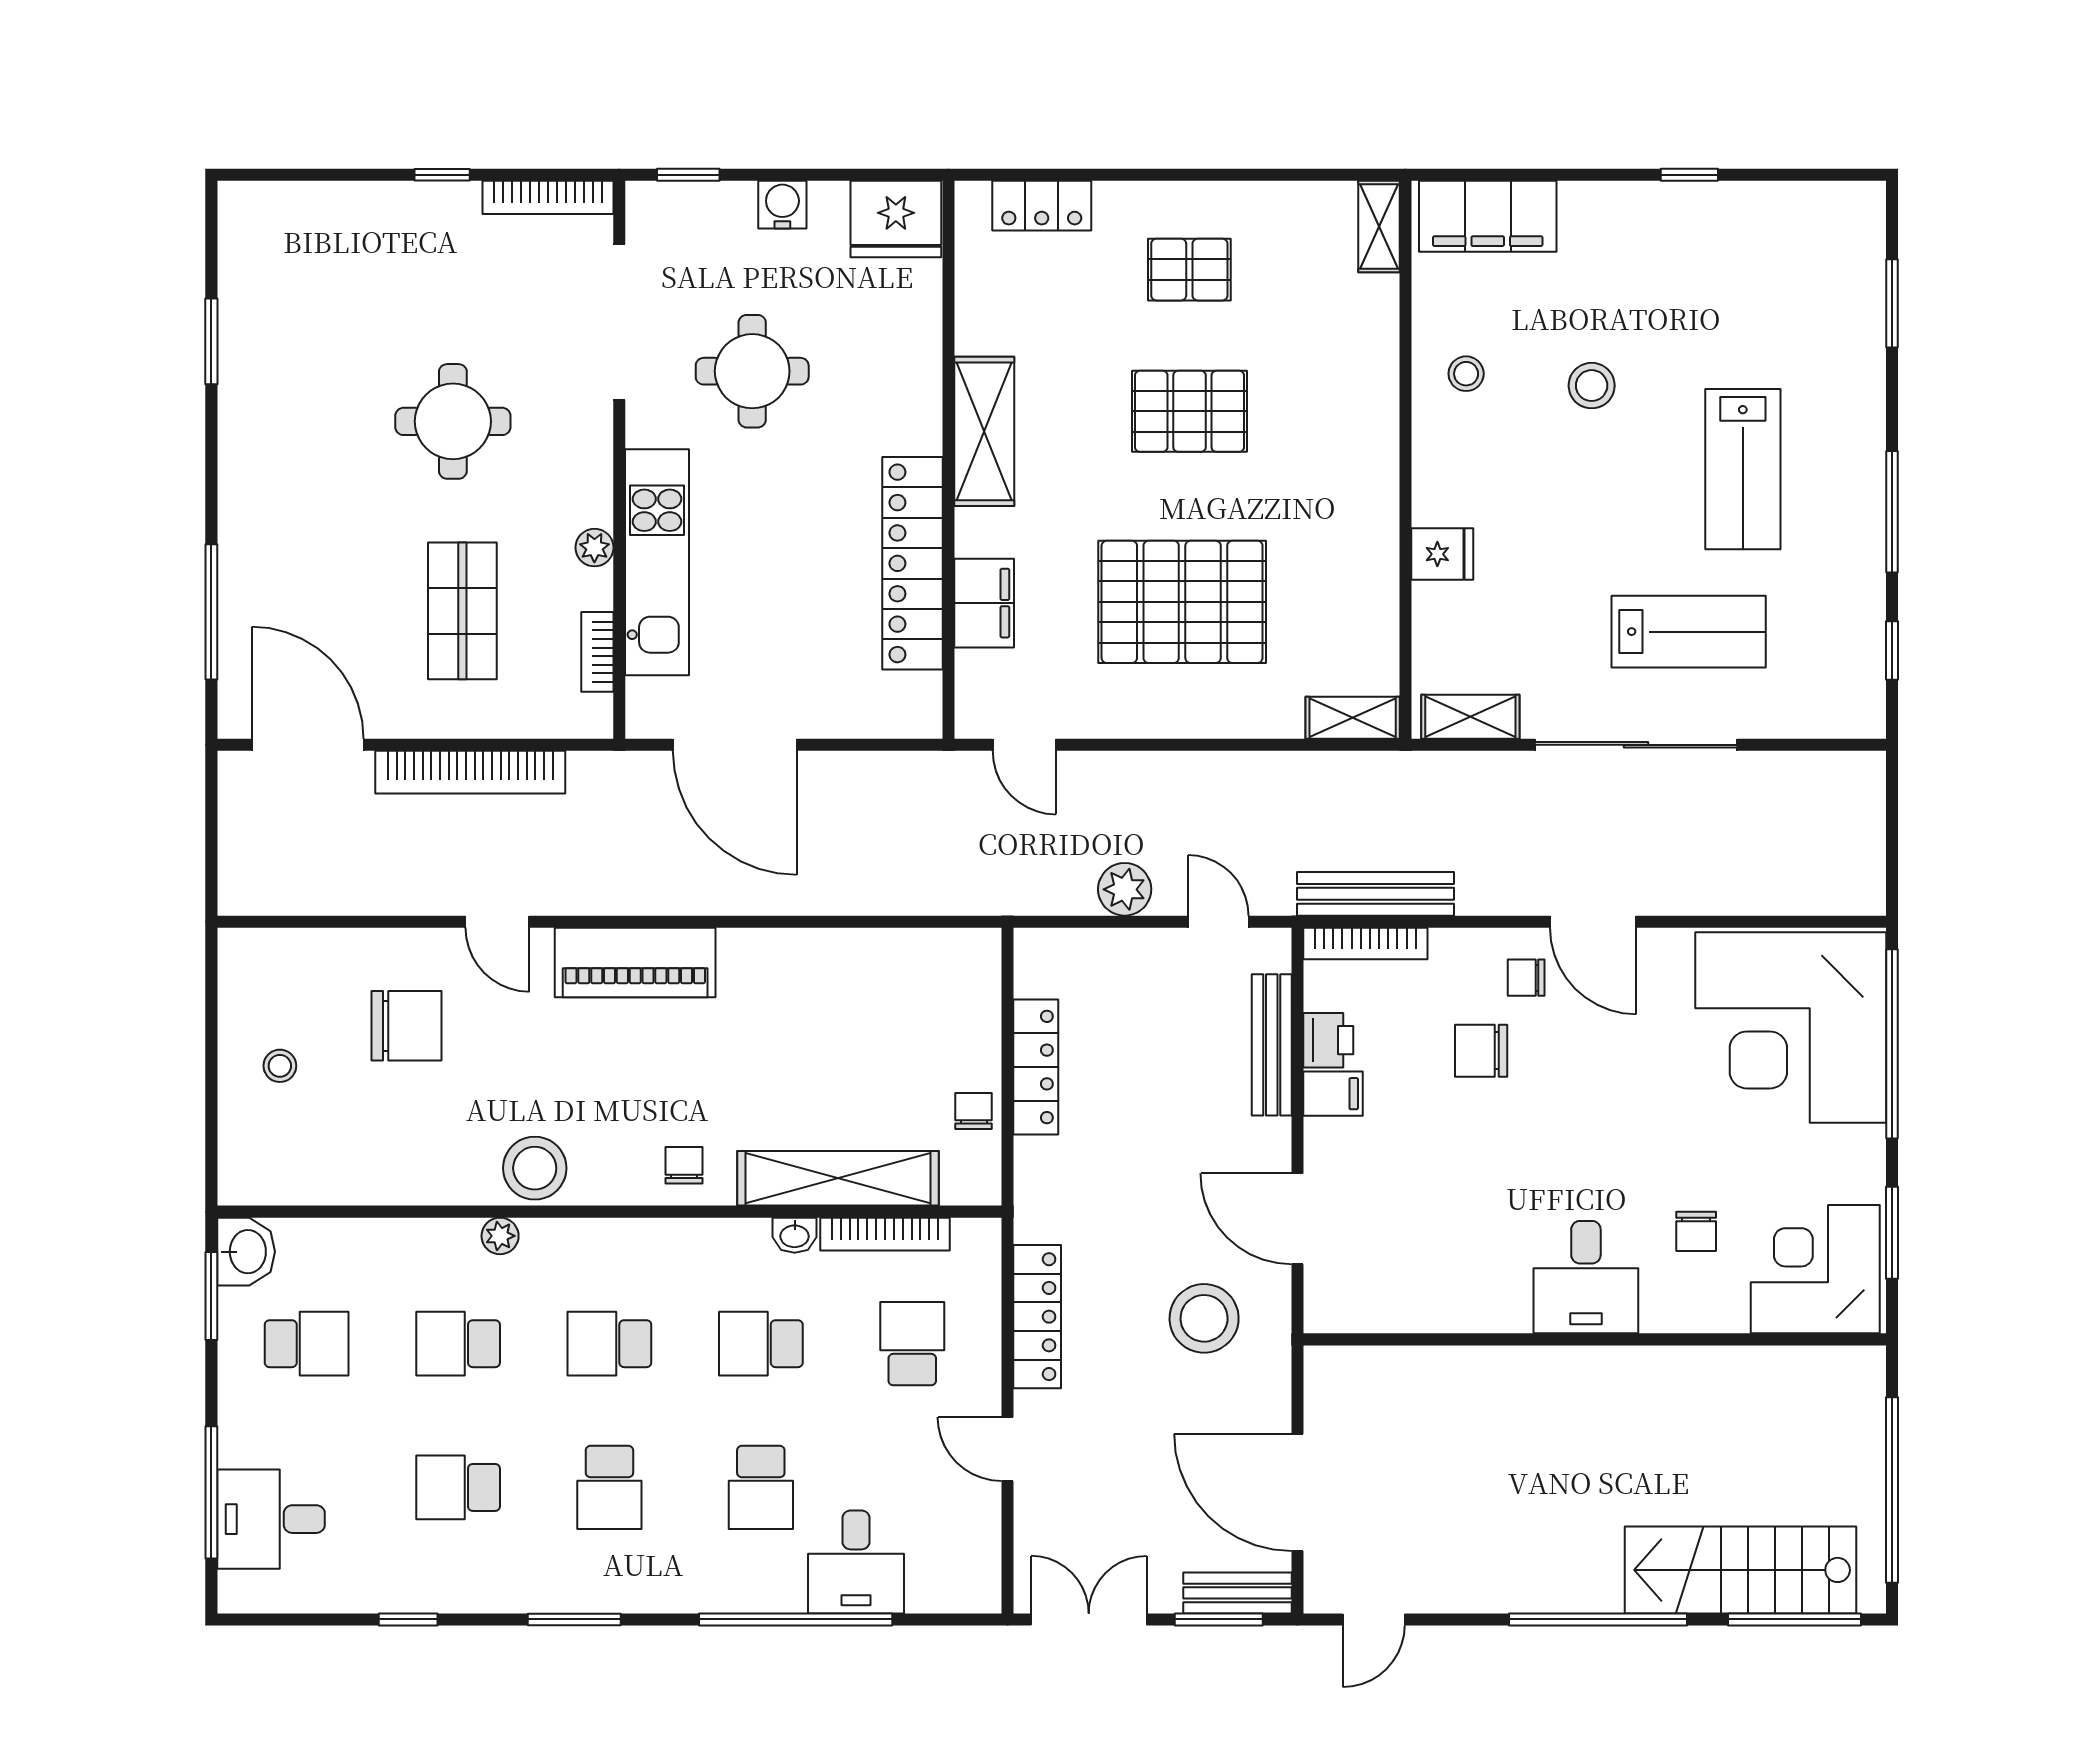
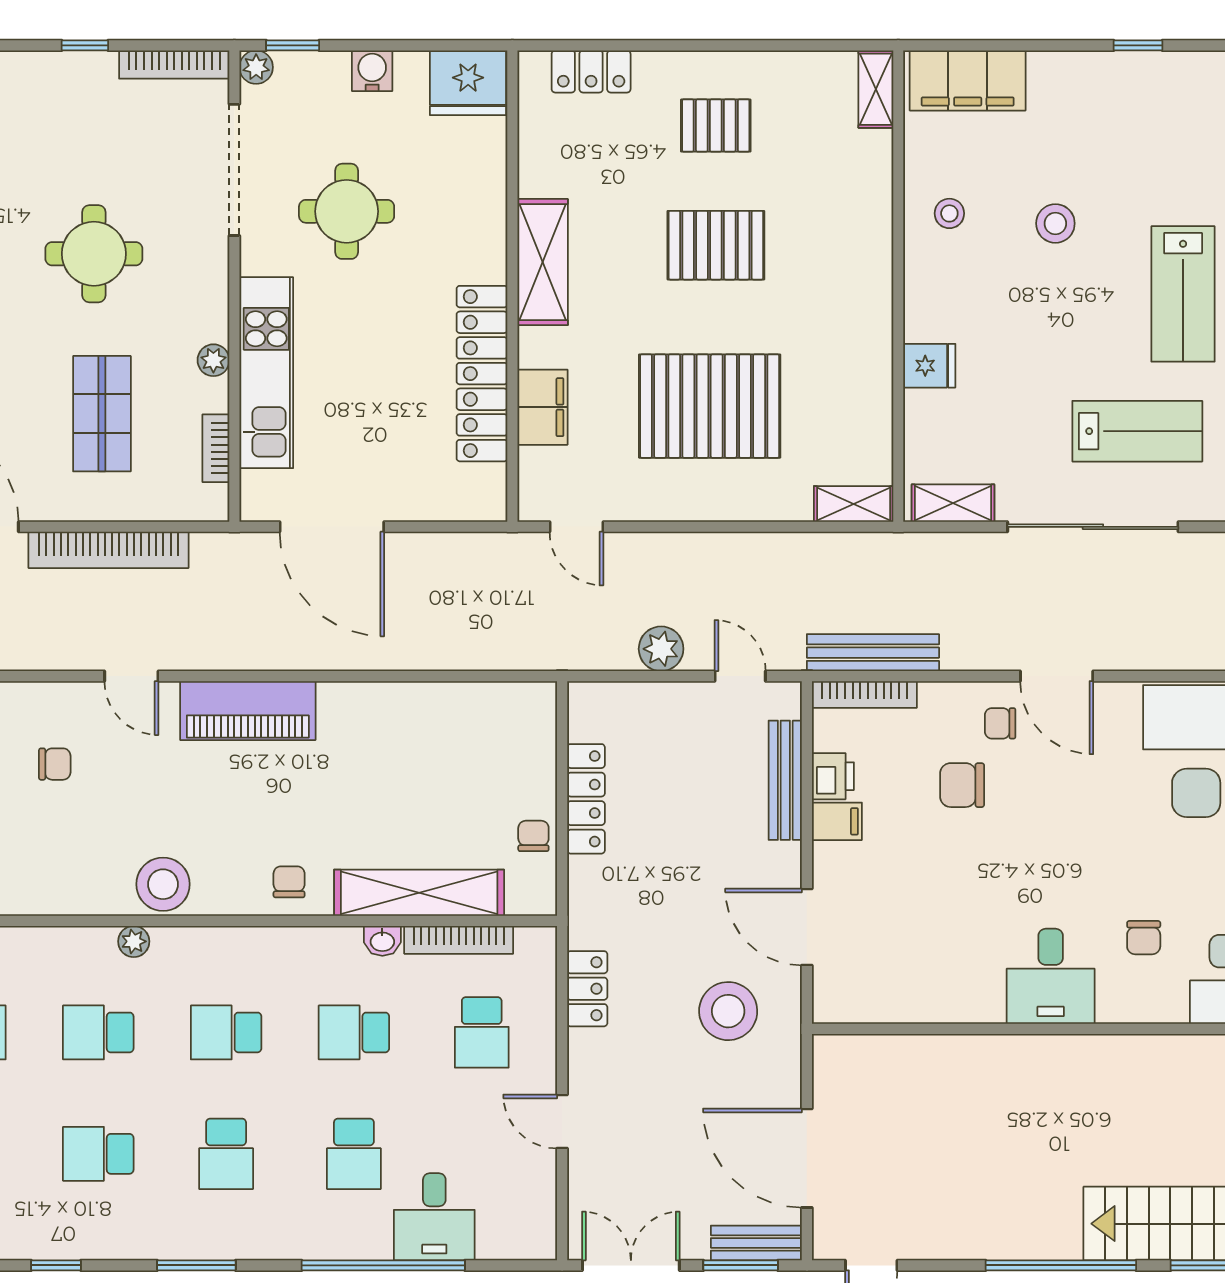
plant: (645, 200) -> (256, 67), added
chair: (407, 1026) -> (55, 764), width x0.54, depth x0.54
locker: (1037, 1317) -> (587, 989), width x0.66
school desk: (912, 1344) -> (482, 1032), turned 180

